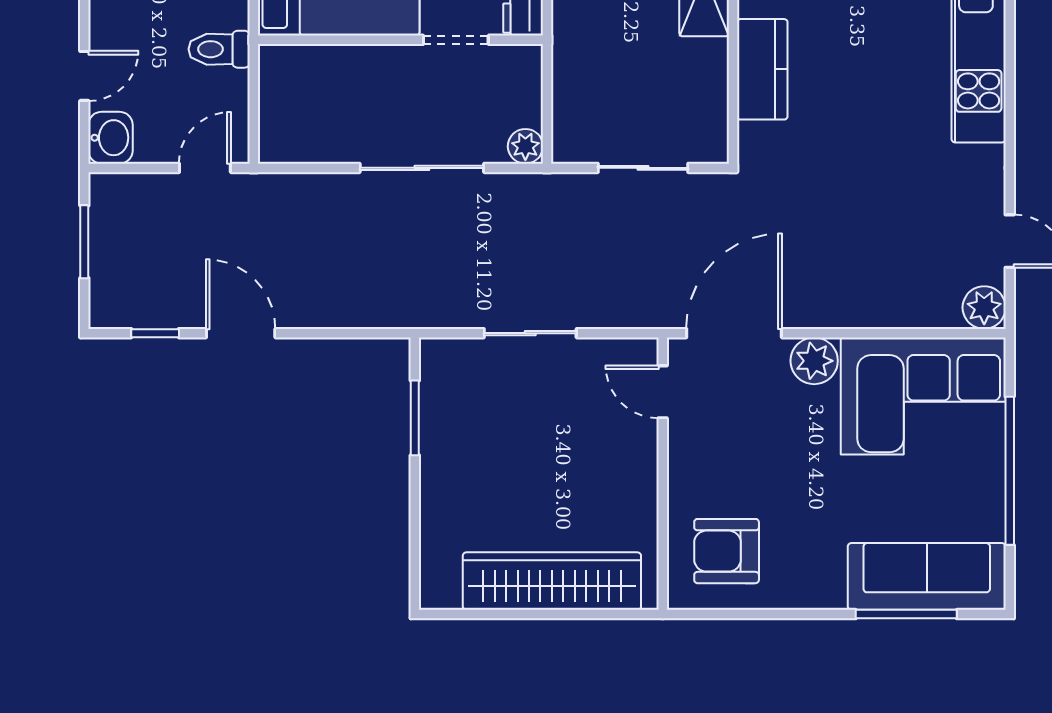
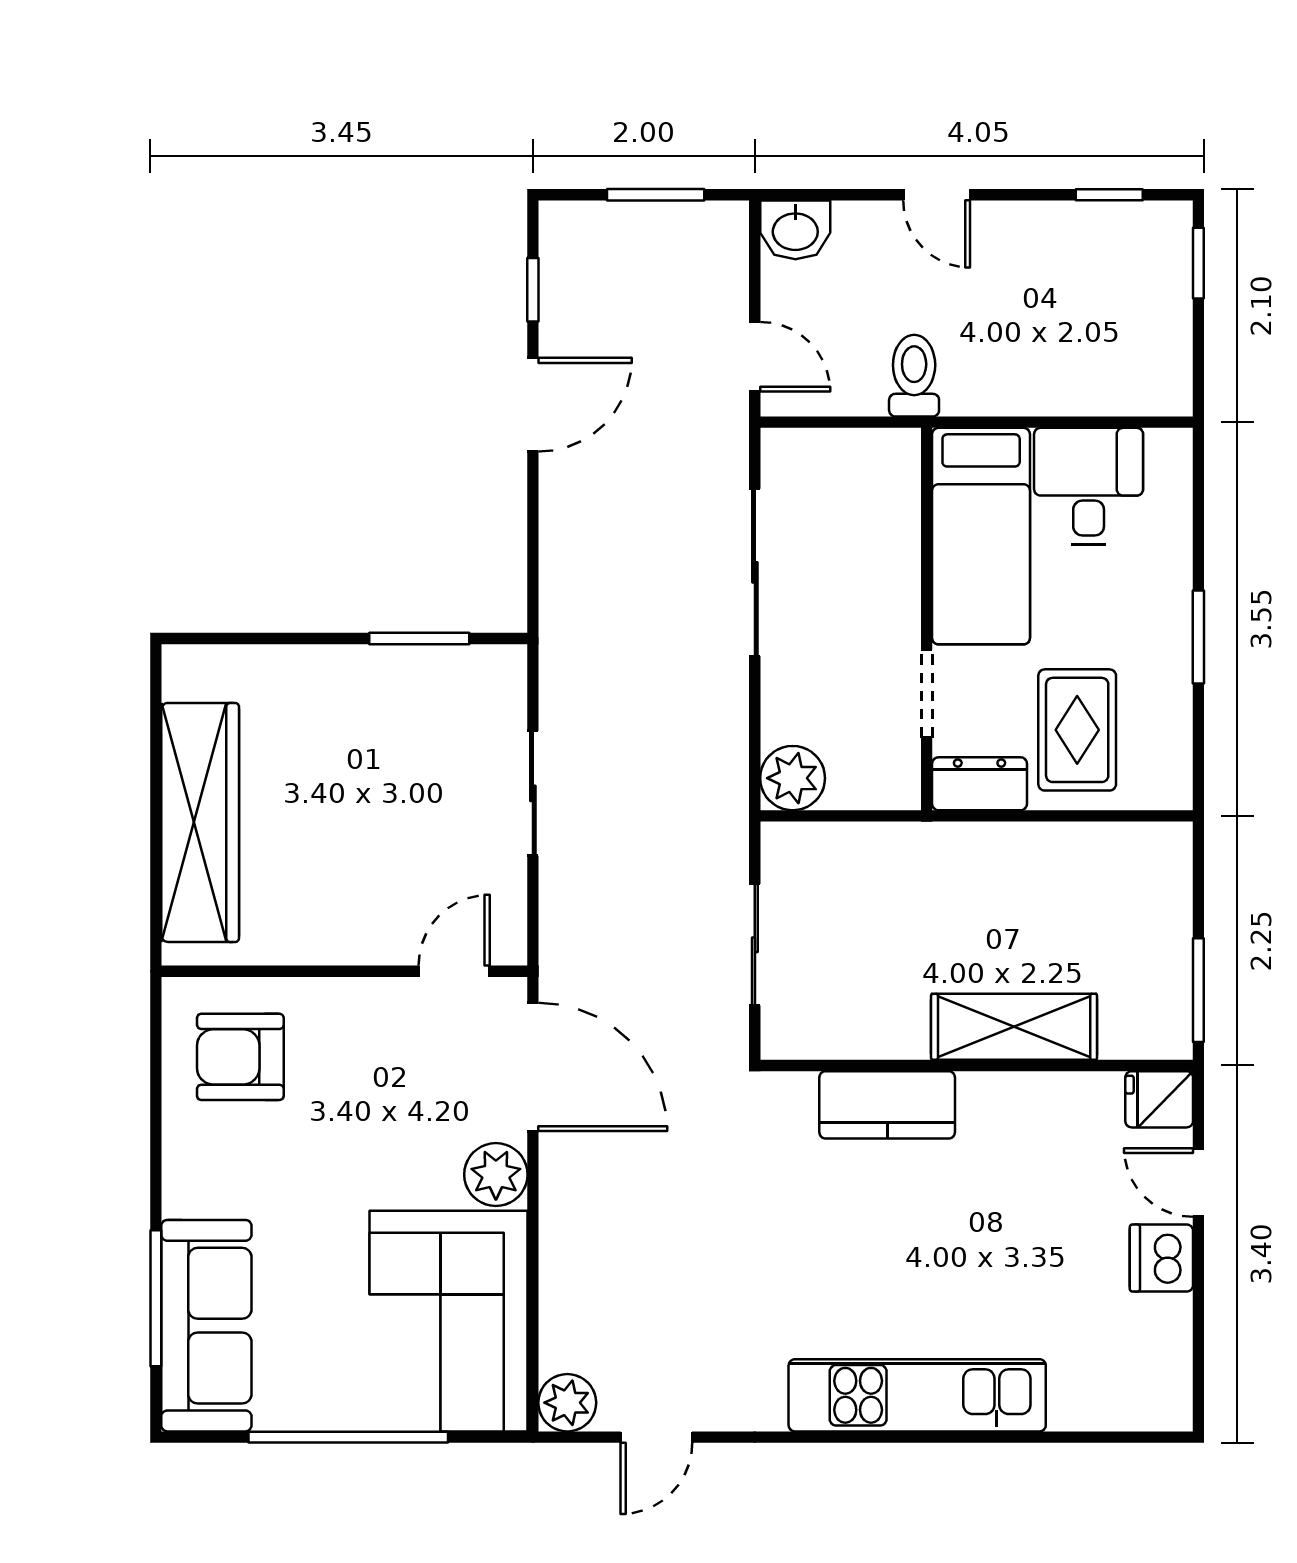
door: (84, 76) -> (937, 195), moved
plant: (525, 146) -> (793, 778), width x1.38, depth x1.38
sliding door: (422, 168) -> (755, 572), moved
armchair: (727, 551) -> (240, 1057), turned -90

